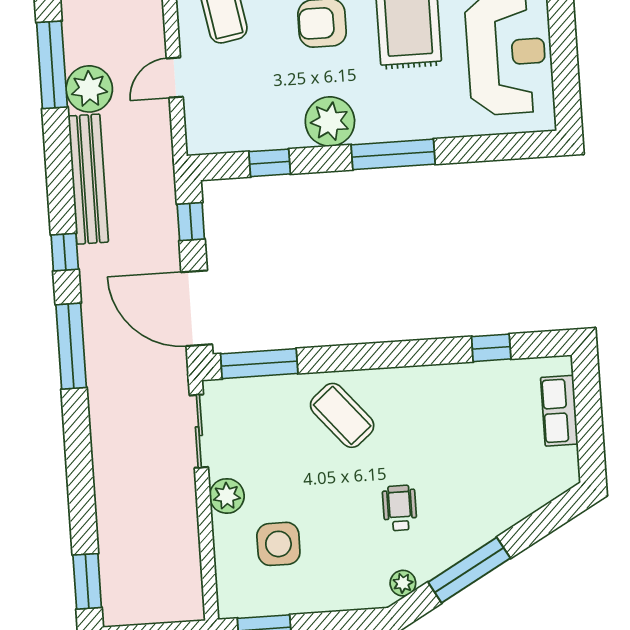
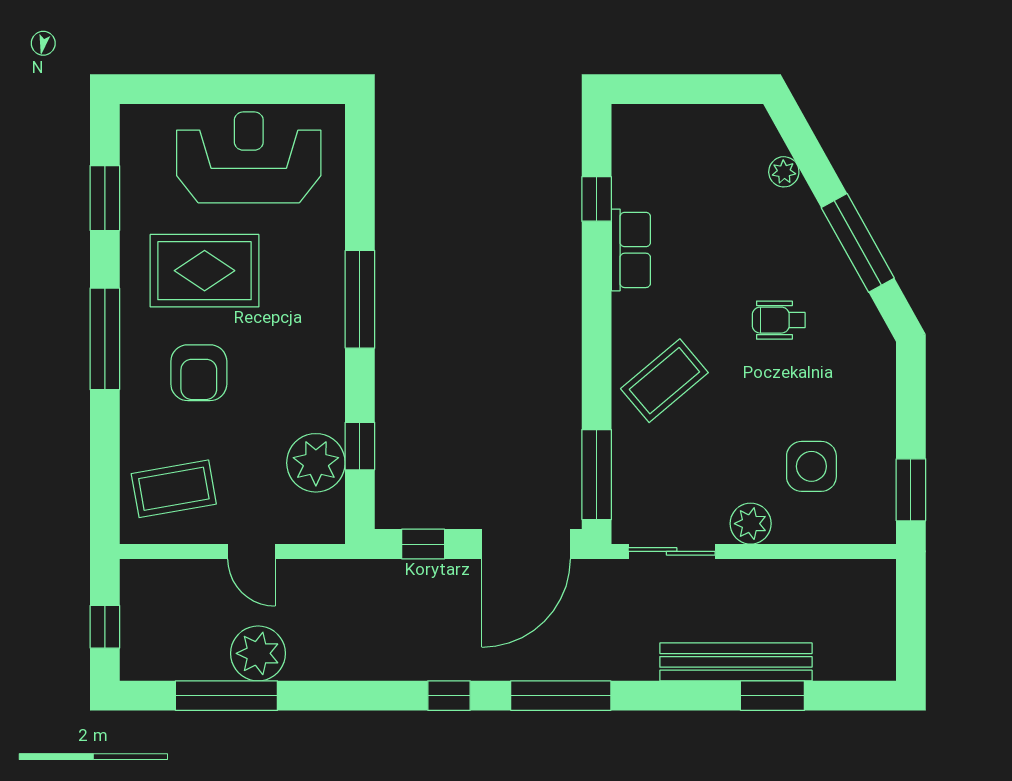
plant: (330, 121) -> (316, 463), moved
bench: (88, 179) -> (736, 662), moved
row of seats: (559, 411) -> (631, 250), moved, turned -90
window: (87, 581) -> (772, 696), moved
plant: (403, 583) -> (784, 172), moved

